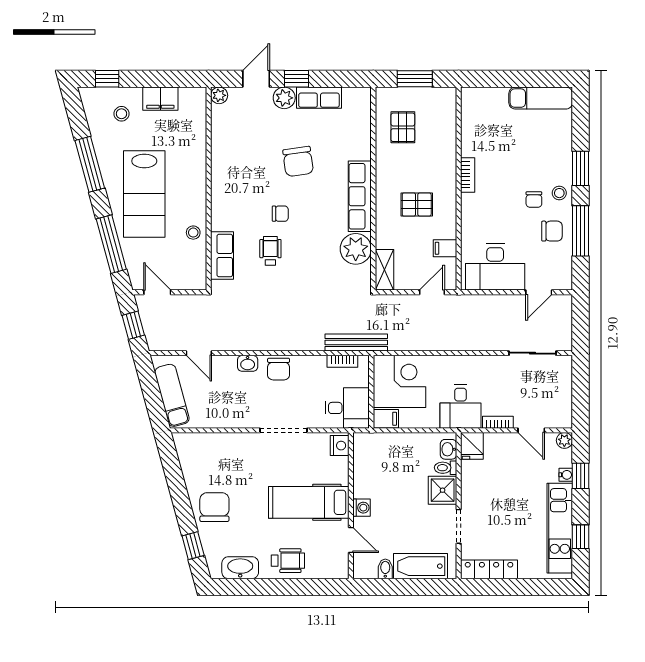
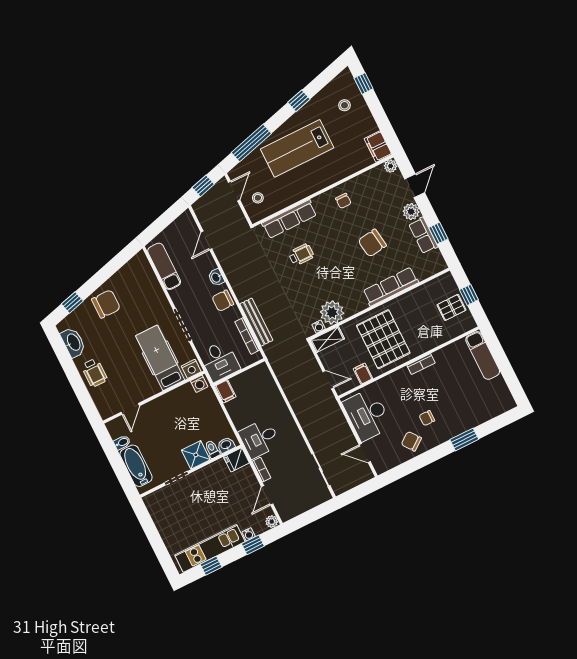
door: (256, 79) -> (415, 186), hinge flipped
window: (296, 79) -> (438, 233), moved
window: (415, 79) -> (469, 295), width x0.67
exam couch: (541, 98) -> (483, 356), moved
filing cabinet: (160, 99) -> (378, 147), moved
pallet: (403, 127) -> (452, 307), moved
window: (90, 164) -> (299, 101), width x0.46
stool: (559, 193) -> (440, 433), removed
row of seats: (360, 196) -> (391, 287), moved
pallet: (417, 204) -> (383, 339), width x2.05, depth x2.00
chair: (280, 214) -> (343, 201), moved
chair: (552, 231) -> (411, 441), turned 143
window: (581, 231) -> (421, 461), removed
stool: (193, 233) -> (258, 198), moved
row of seats: (222, 255) -> (289, 219), width x1.48
water cooler: (365, 273) -> (319, 327), added
bench: (356, 342) -> (256, 322), moved
bookcase: (342, 361) -> (247, 336), width x1.56
corner desk: (399, 381) -> (256, 388), removed
exam couch: (172, 395) -> (164, 266), moved, turned -75
hospital bed: (309, 502) -> (160, 358), moved
washing machine: (362, 508) -> (199, 384), moved
locker: (489, 569) -> (157, 514), removed

